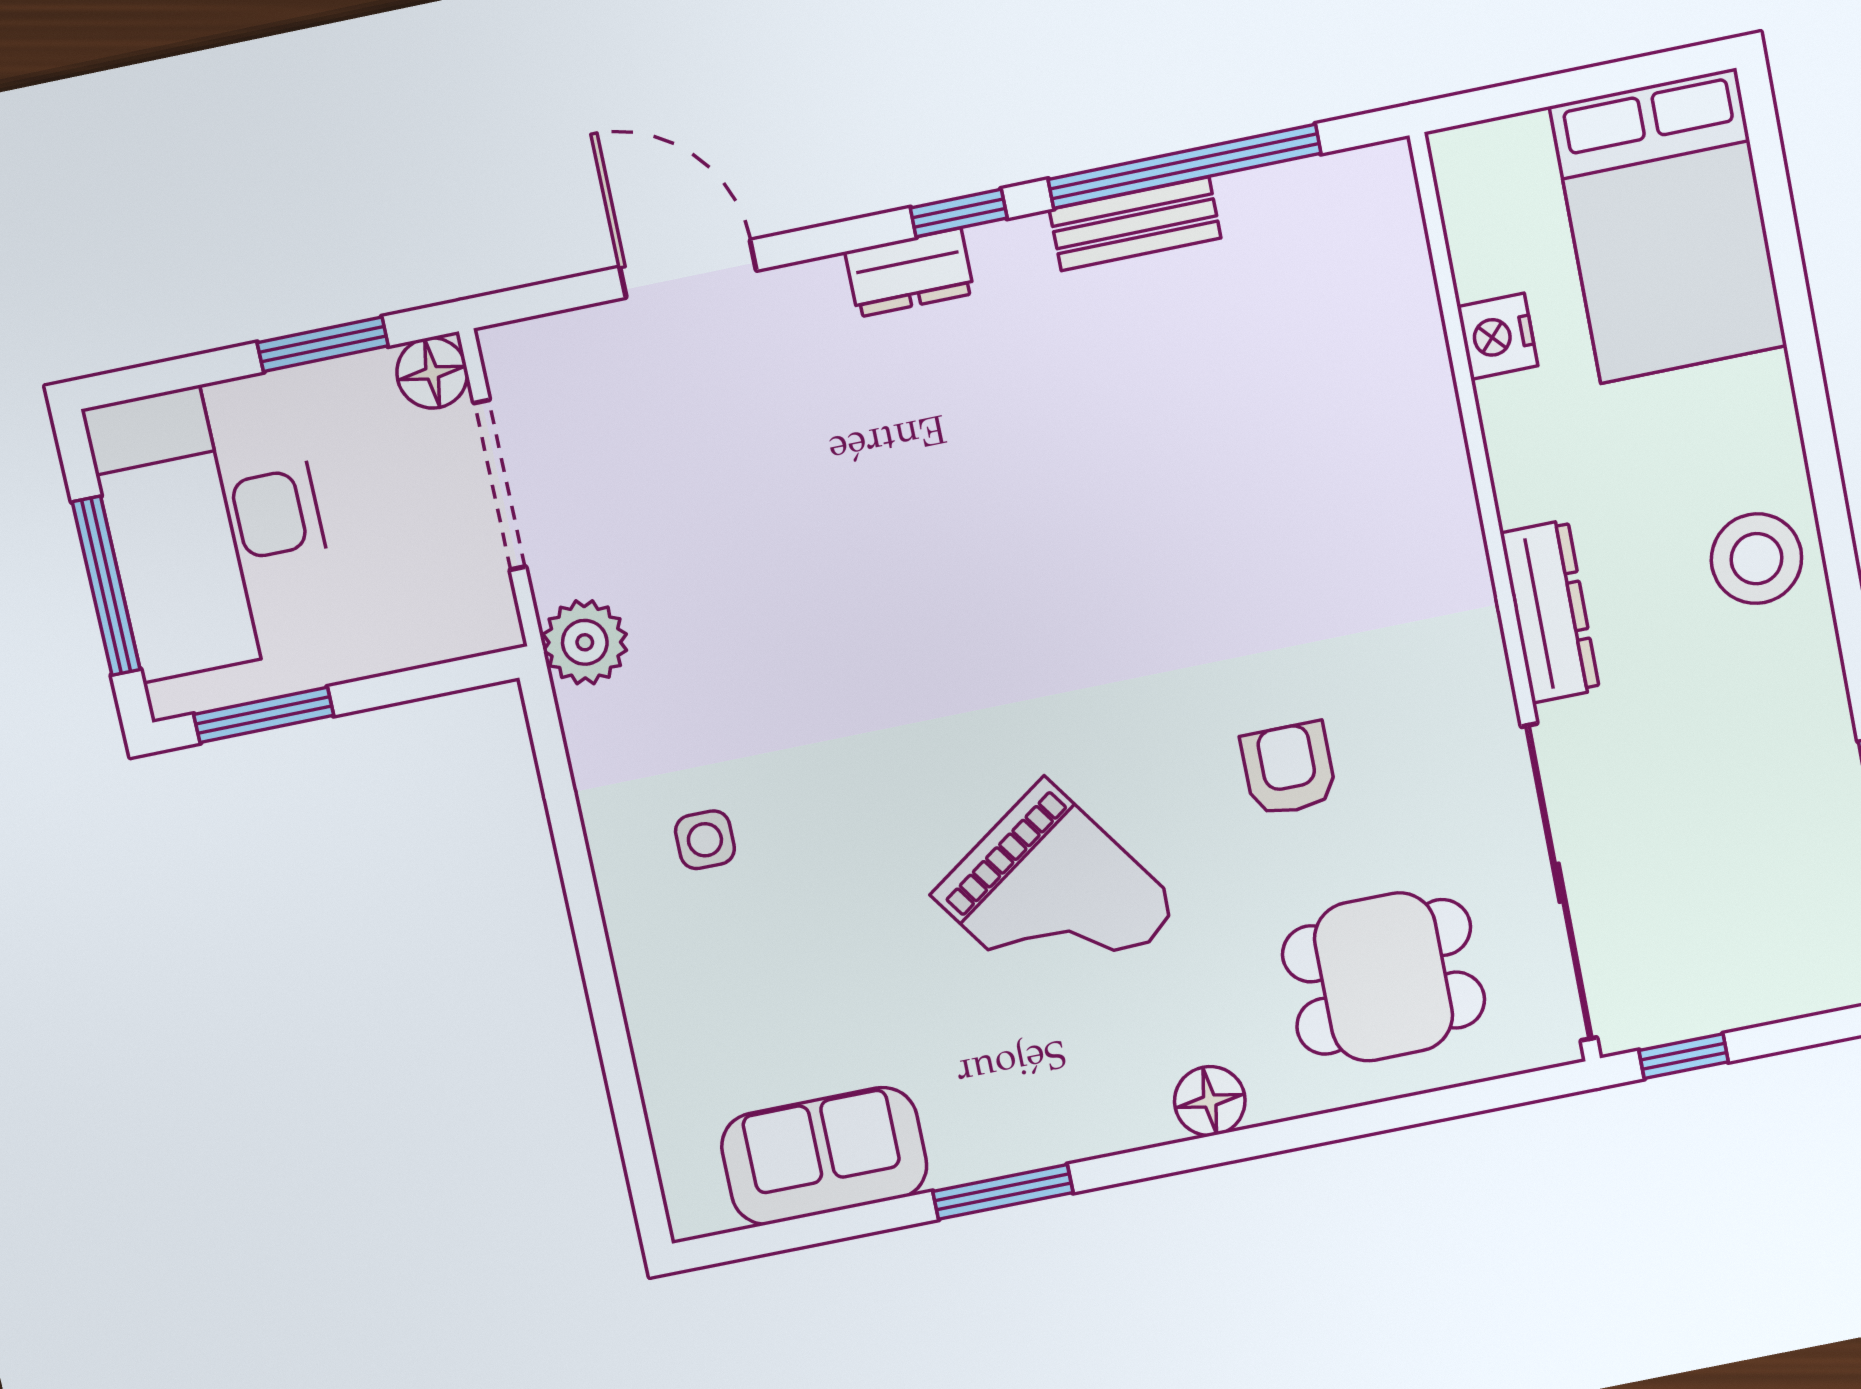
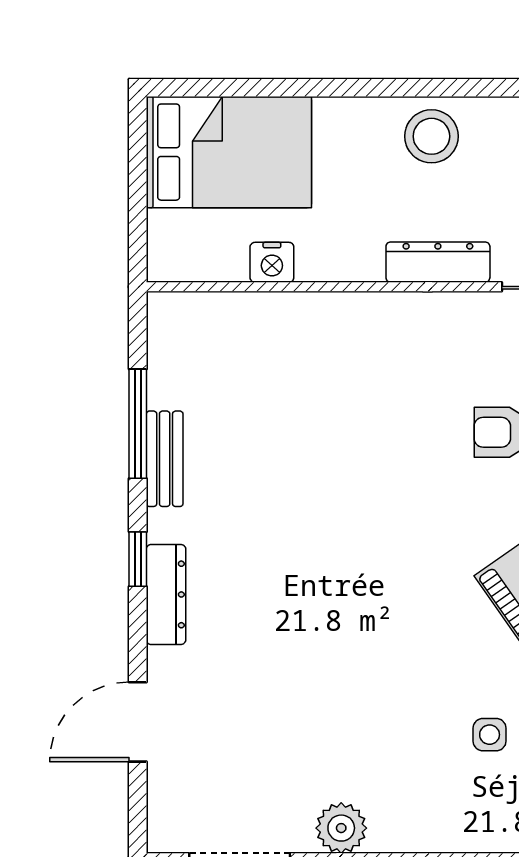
window: (1184, 166) -> (138, 424), width x0.68
dresser: (910, 273) -> (166, 594), width x1.44
side table: (705, 840) -> (490, 735), moved

